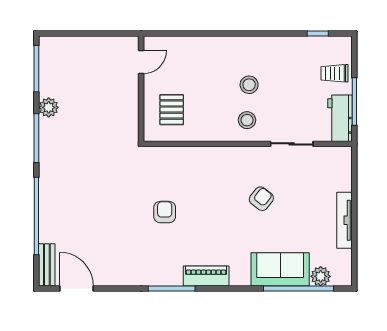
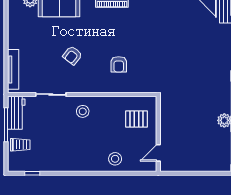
stool: (249, 85) -> (115, 159), moved
pallet: (172, 110) -> (136, 119), turned 90
armchair: (165, 212) -> (119, 64), moved
tv unit: (344, 220) -> (13, 69), moved

